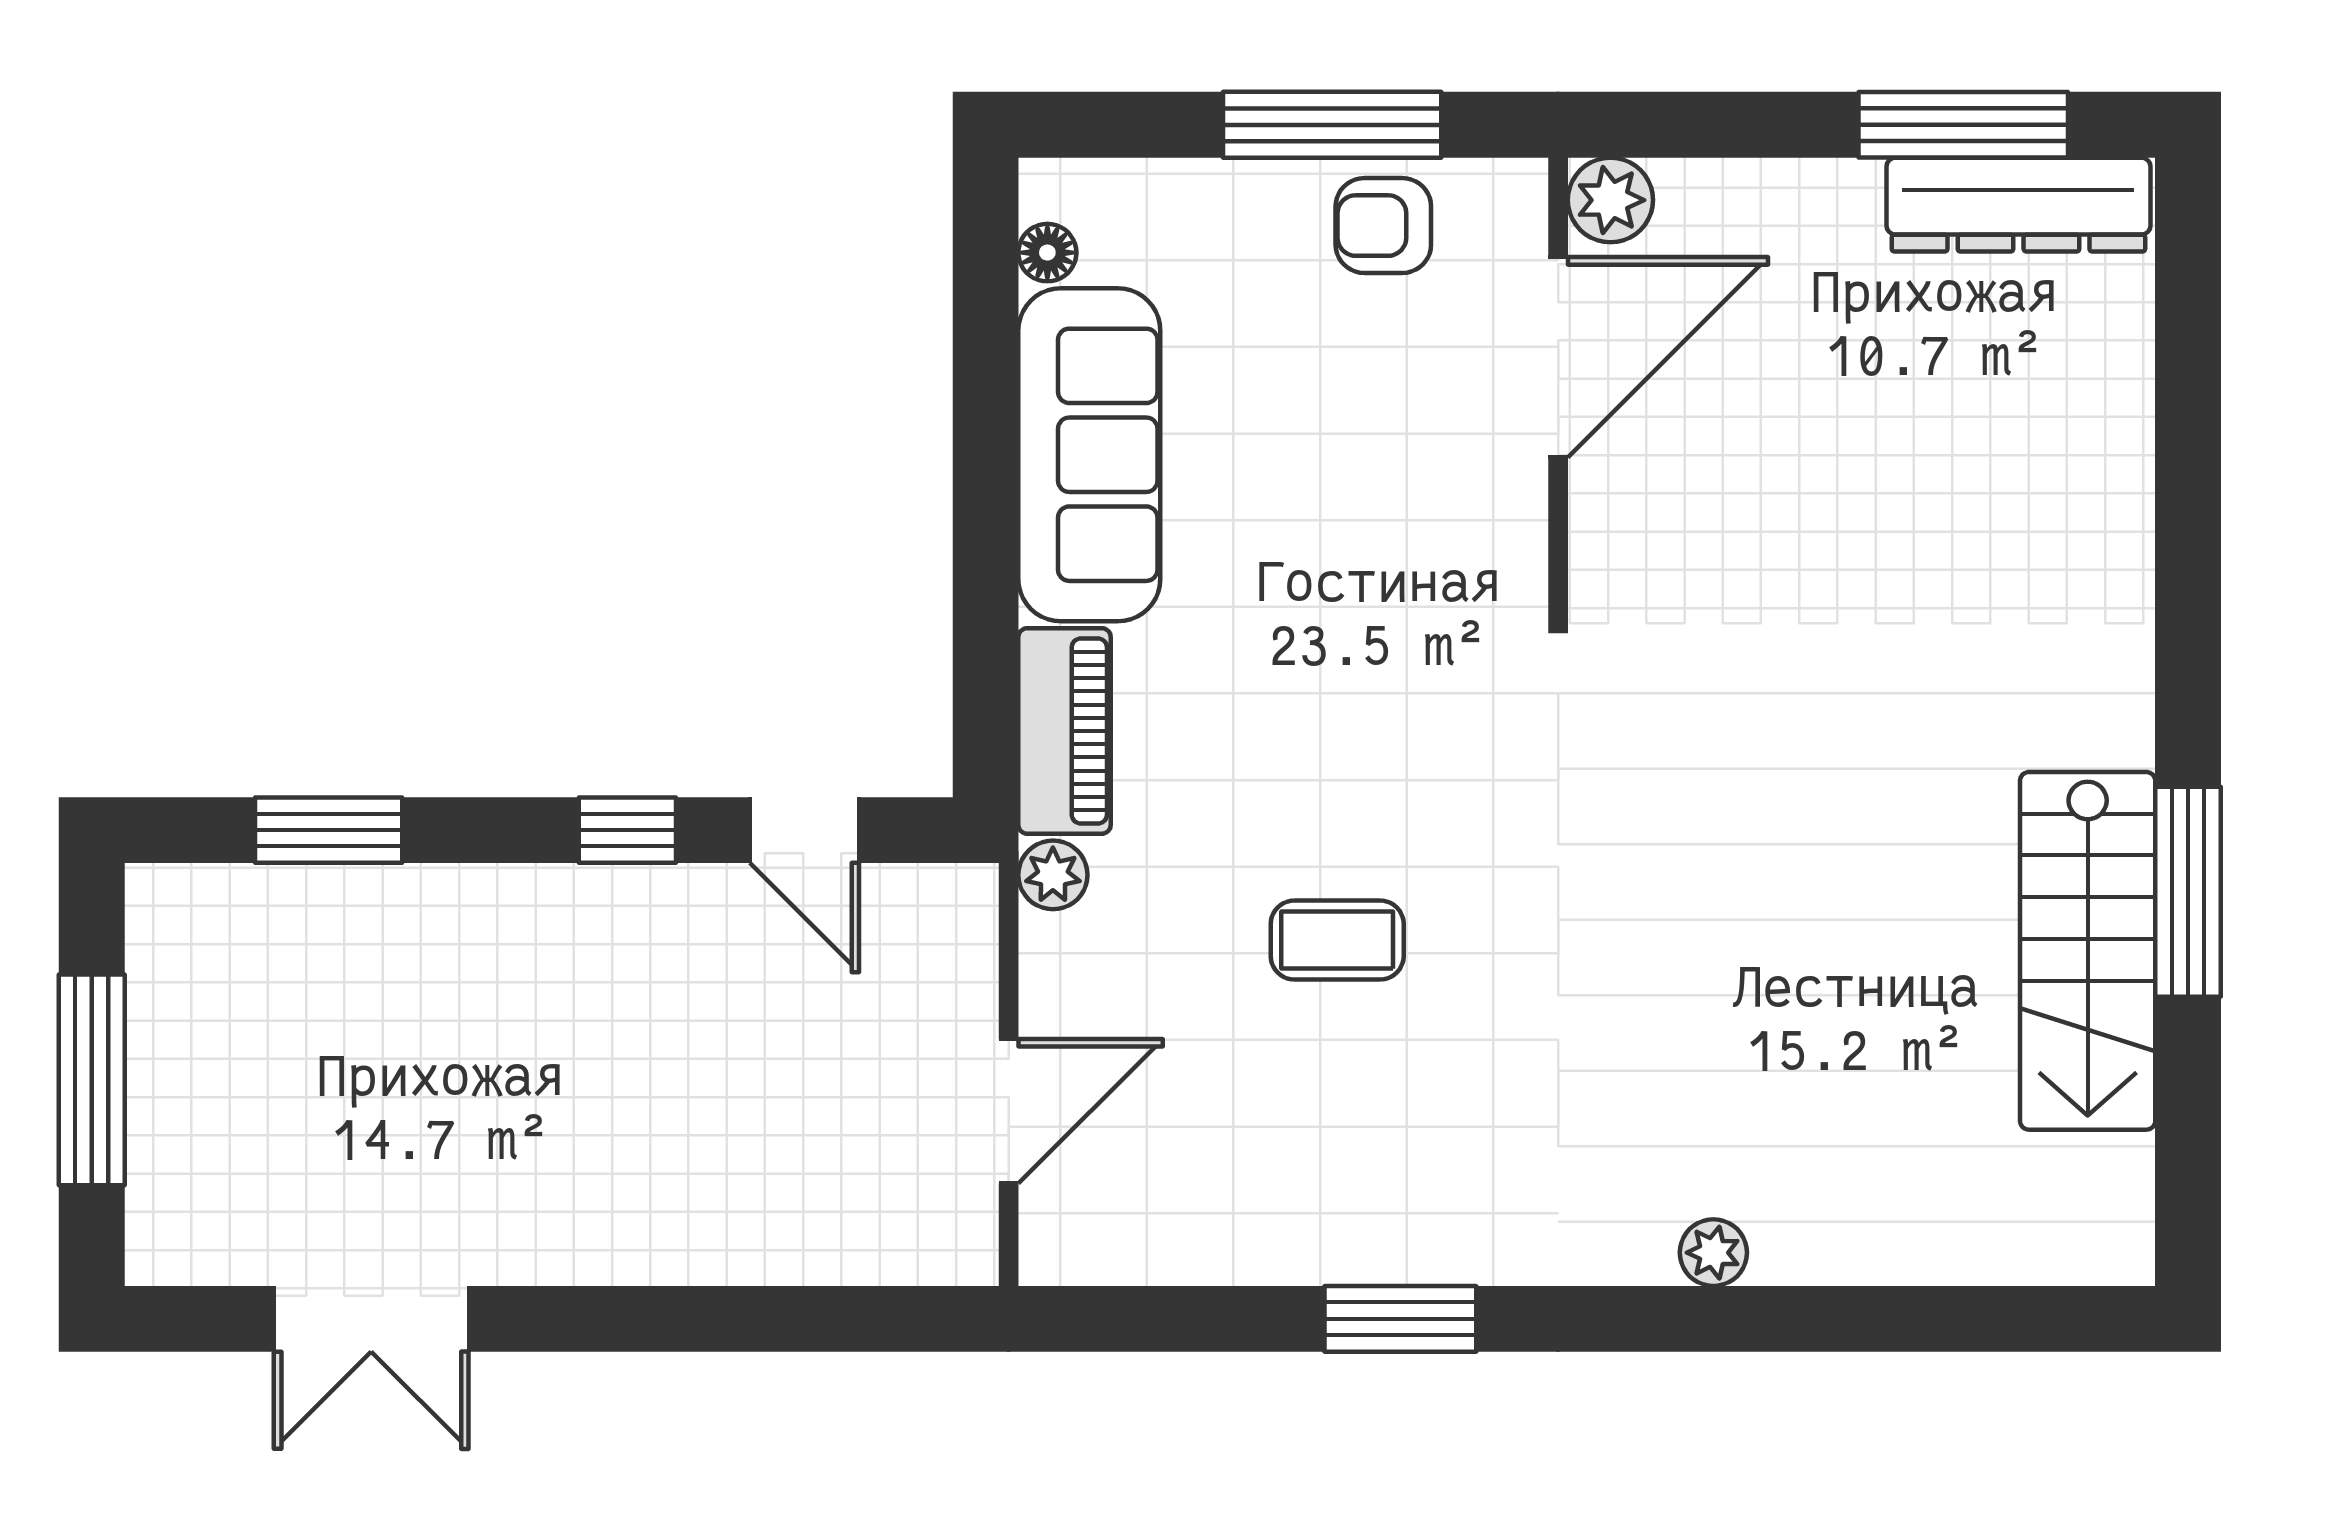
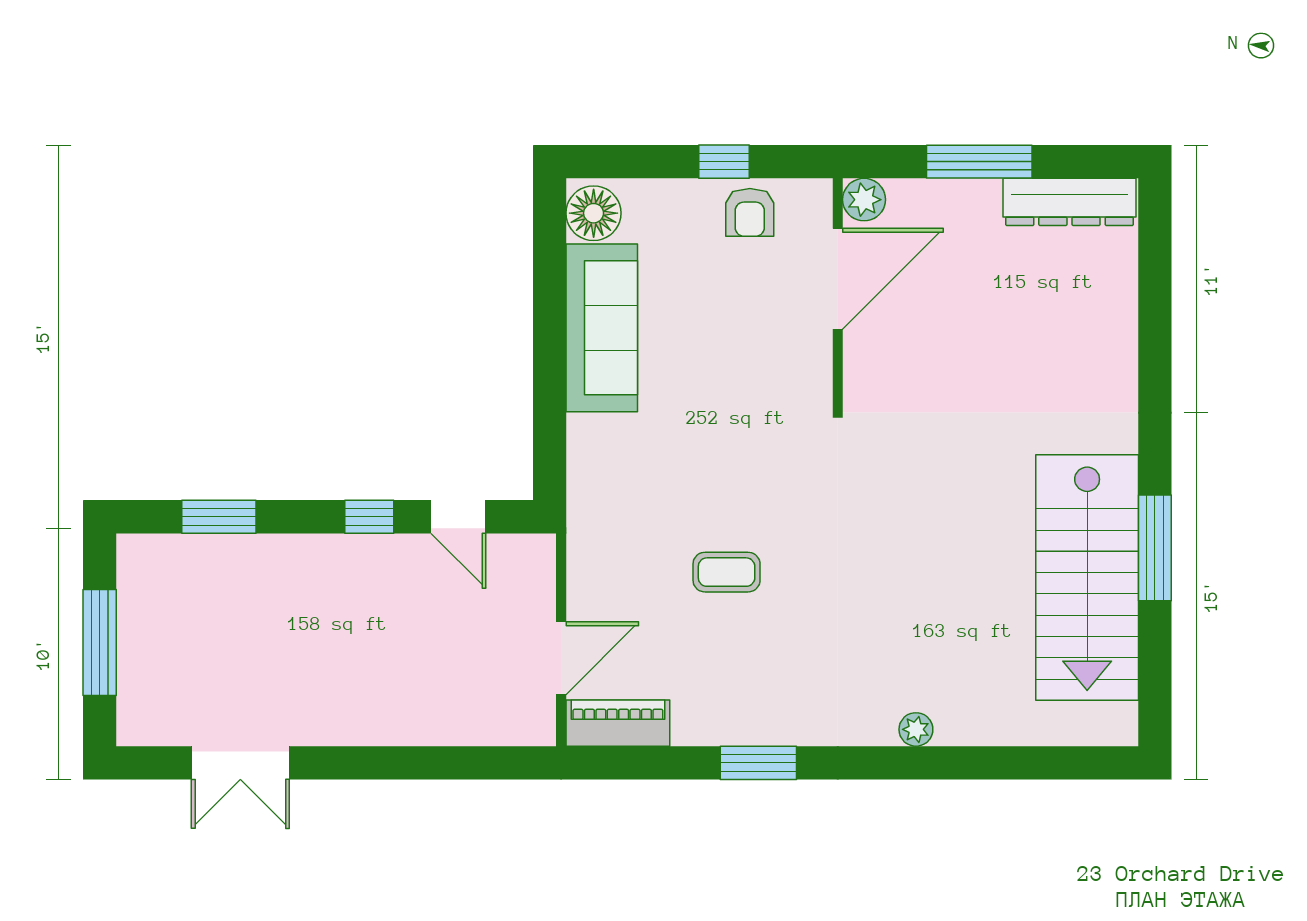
window: (1332, 125) -> (724, 162), width x0.46
window: (1963, 125) -> (979, 162), moved
armchair: (1383, 226) -> (750, 212), turned -90
floor lamp: (1047, 253) -> (594, 213), width x1.89, depth x1.89
piano: (1064, 731) -> (618, 723), moved, turned -90
plant: (1053, 875) -> (583, 539), removed
stairs: (2088, 951) -> (1087, 578), width x1.36, depth x1.51

